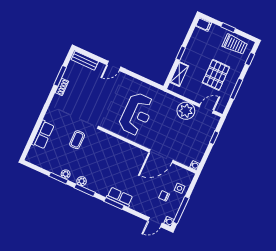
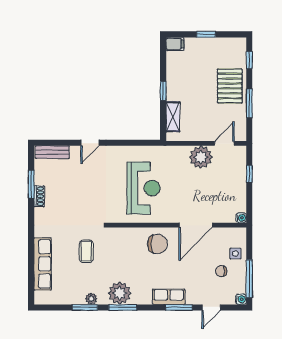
trolley: (235, 44) -> (223, 51), removed
pallet: (216, 75) -> (230, 86), moved
row of seats: (43, 135) -> (43, 264), width x1.48
chair: (129, 157) -> (157, 244), added
plant: (82, 181) -> (120, 293), width x1.88, depth x1.88
window: (114, 203) -> (179, 307), moved
door: (155, 222) -> (211, 307), moved

